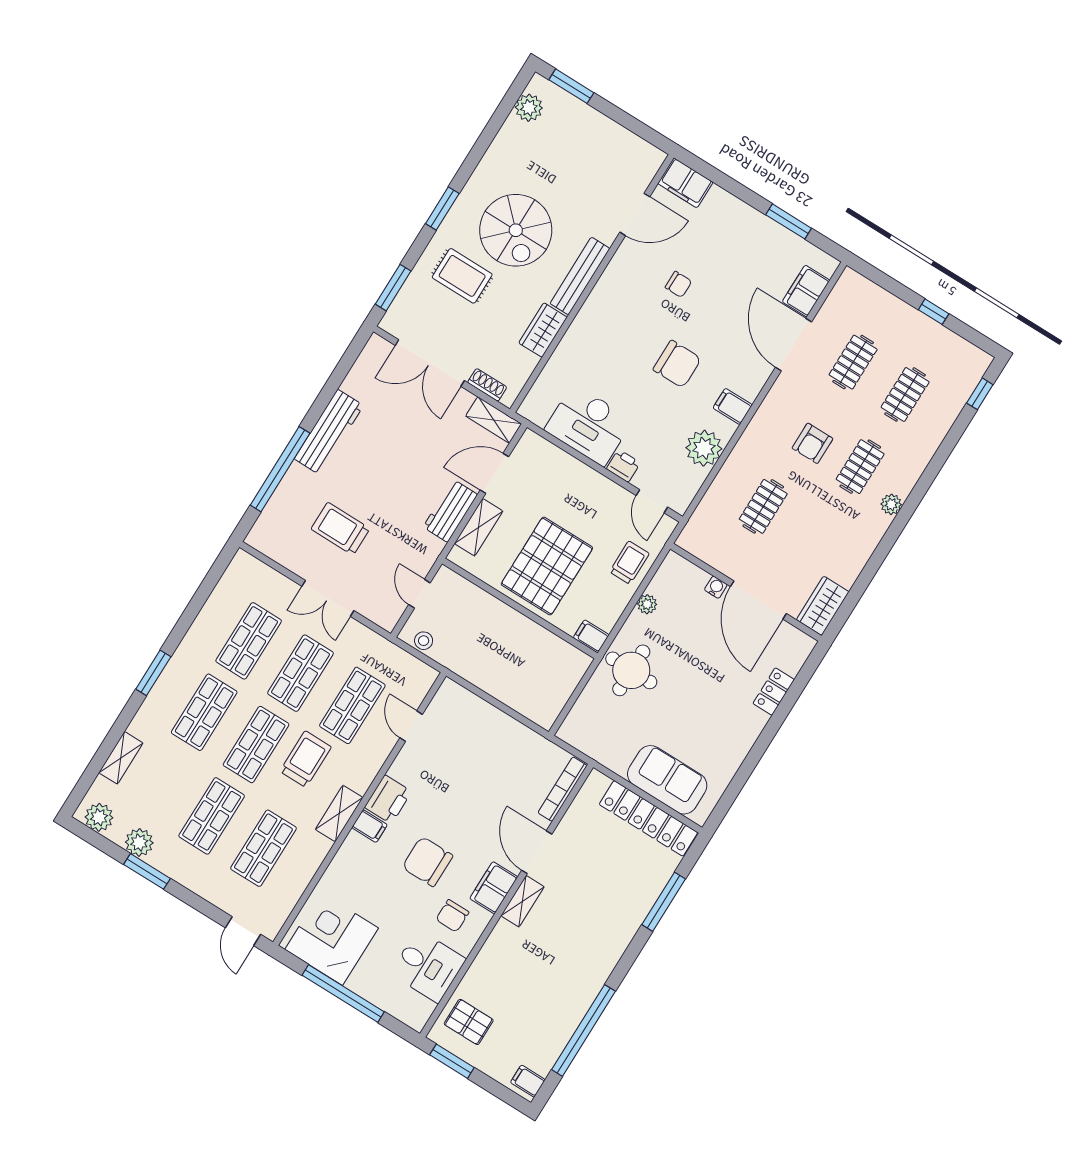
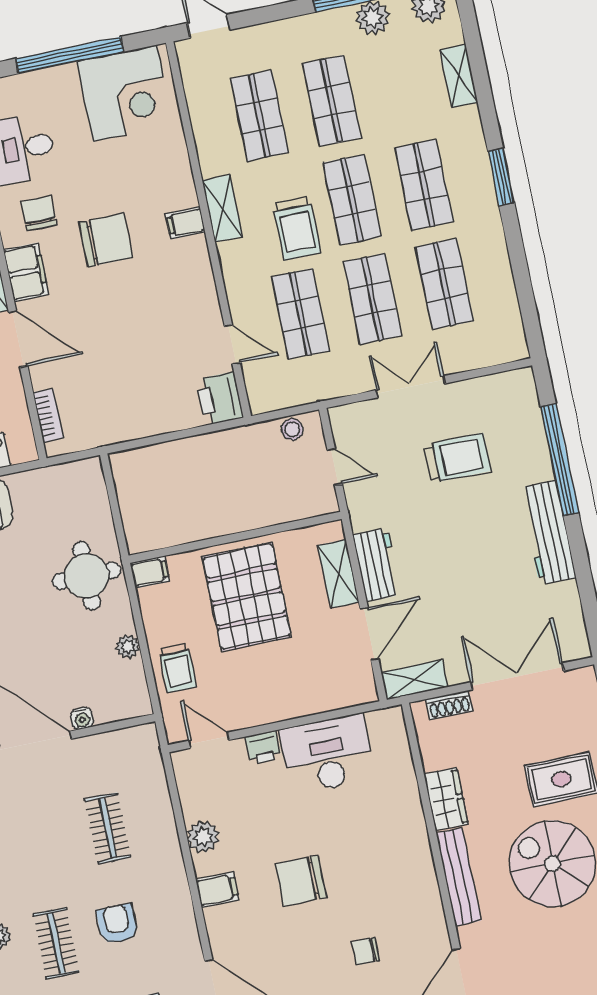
plant: (704, 448) -> (203, 837), width x0.73, depth x0.73
bookcase: (562, 789) -> (48, 415), width x0.64
printer: (388, 799) -> (220, 398), moved

